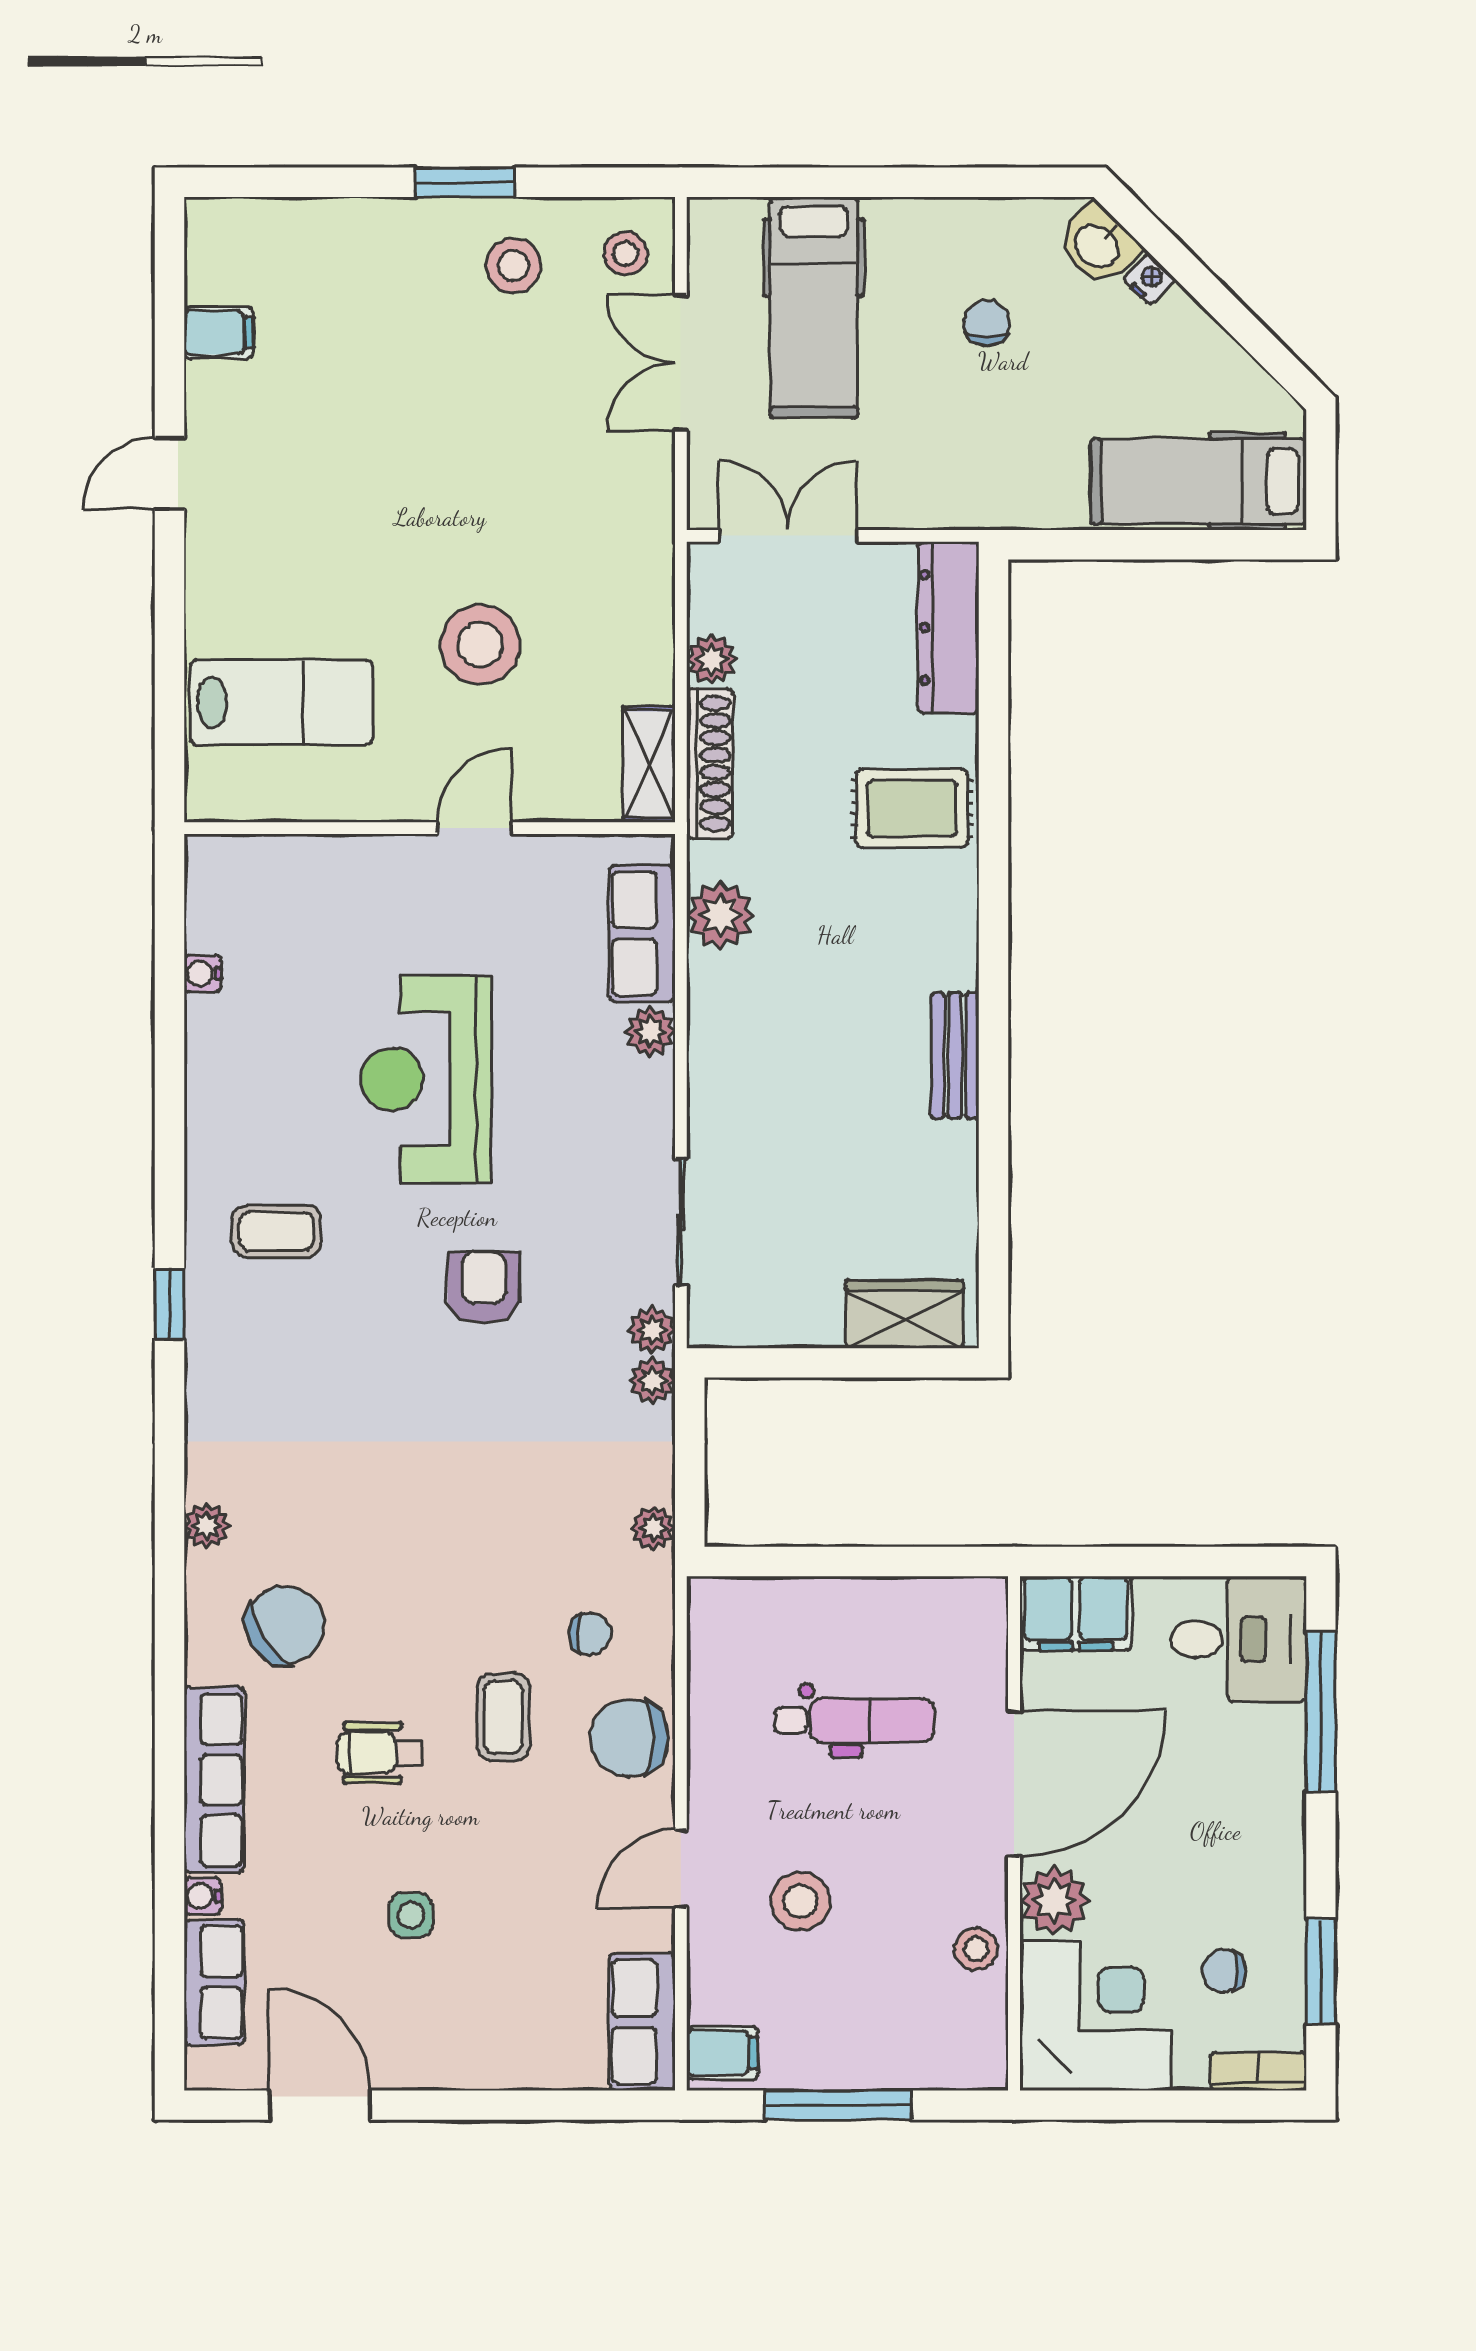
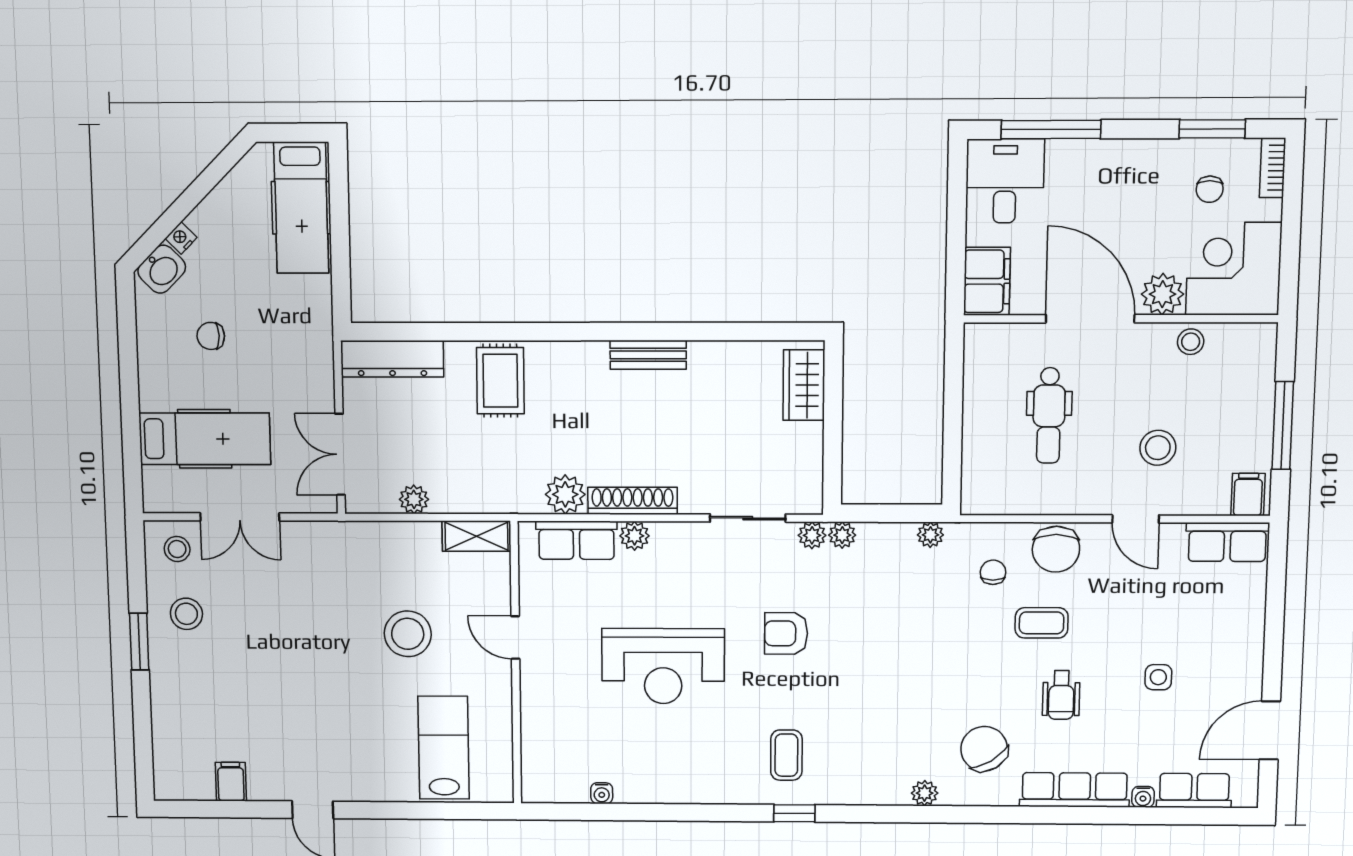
shoe rack: (710, 764) -> (633, 501), moved
coffee table: (276, 1231) -> (786, 755), moved
dental chair: (854, 1720) -> (1049, 415), turned 180

